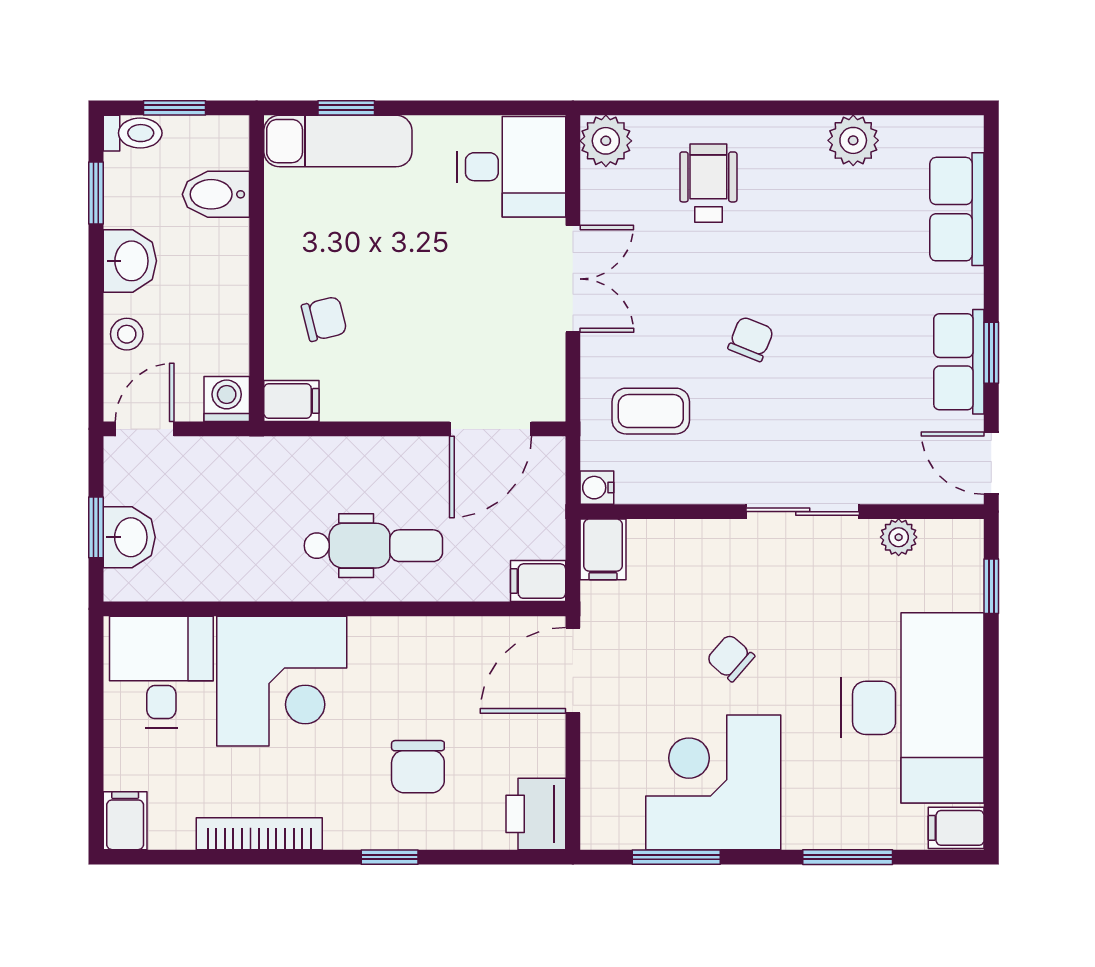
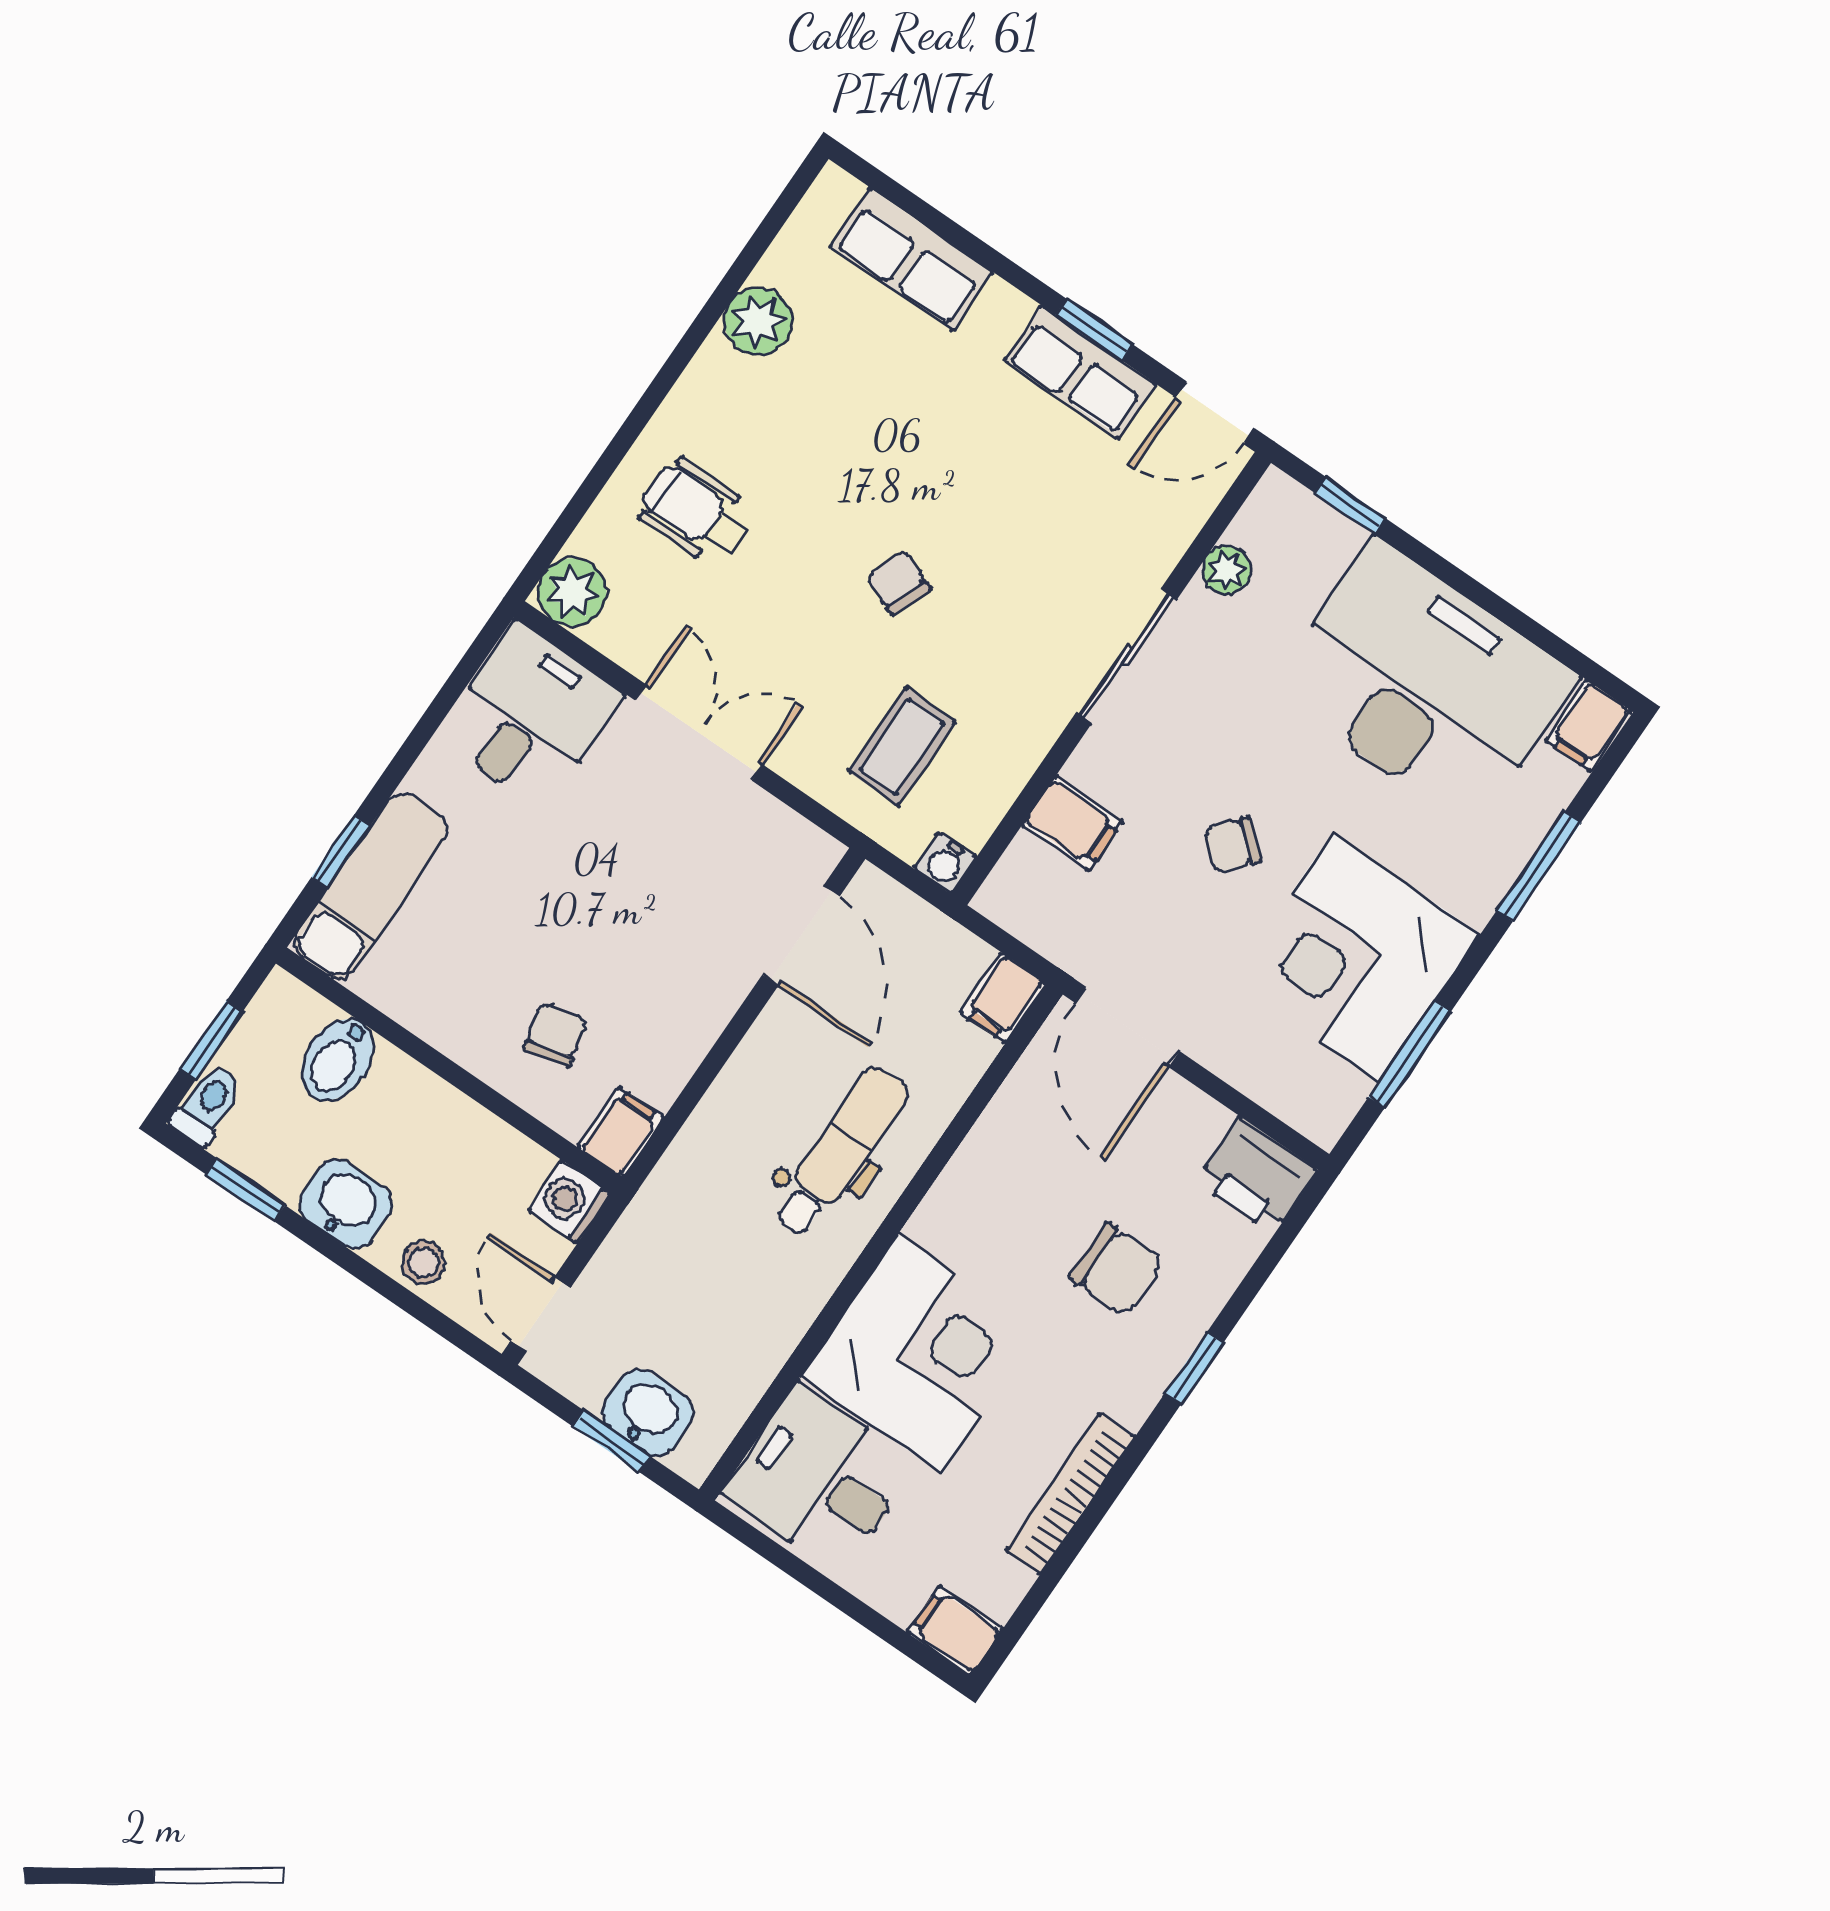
filing cabinet: (603, 549) -> (1072, 823), moved

